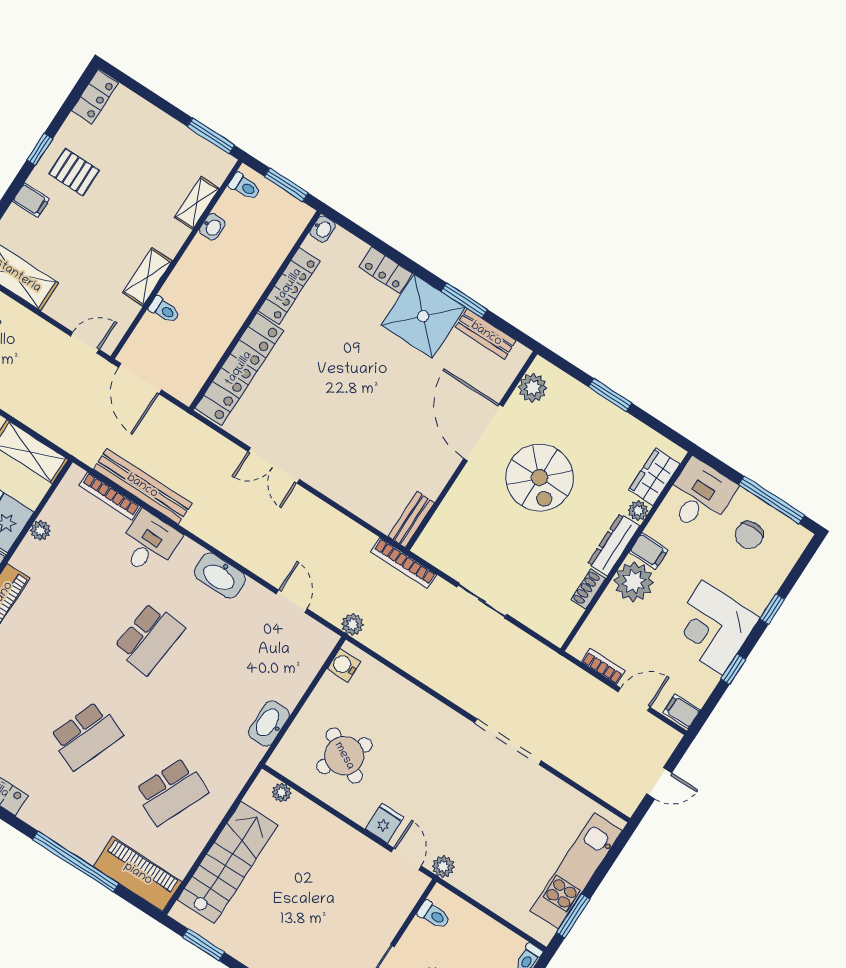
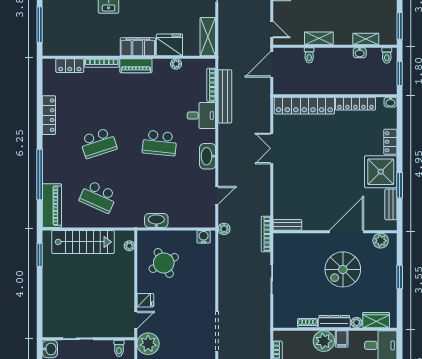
school desk: (86, 736) -> (98, 143), turned -39
round table: (344, 756) -> (164, 263), turned 33
plant: (443, 867) -> (148, 344), width x1.88, depth x1.88

